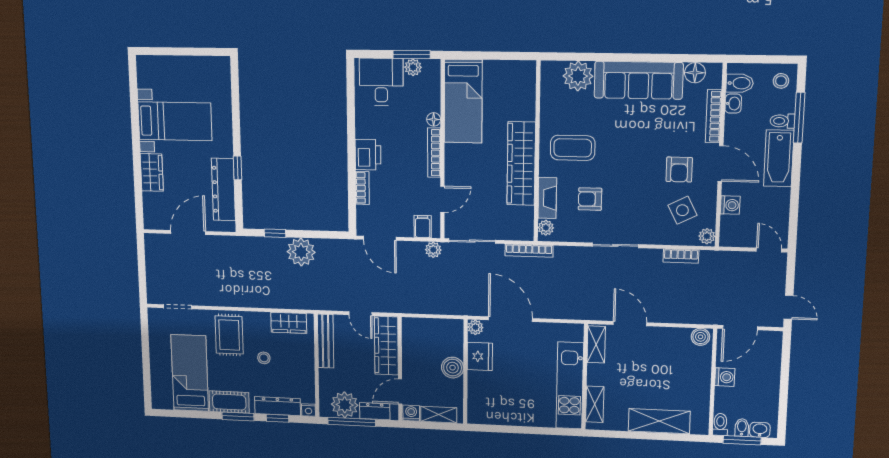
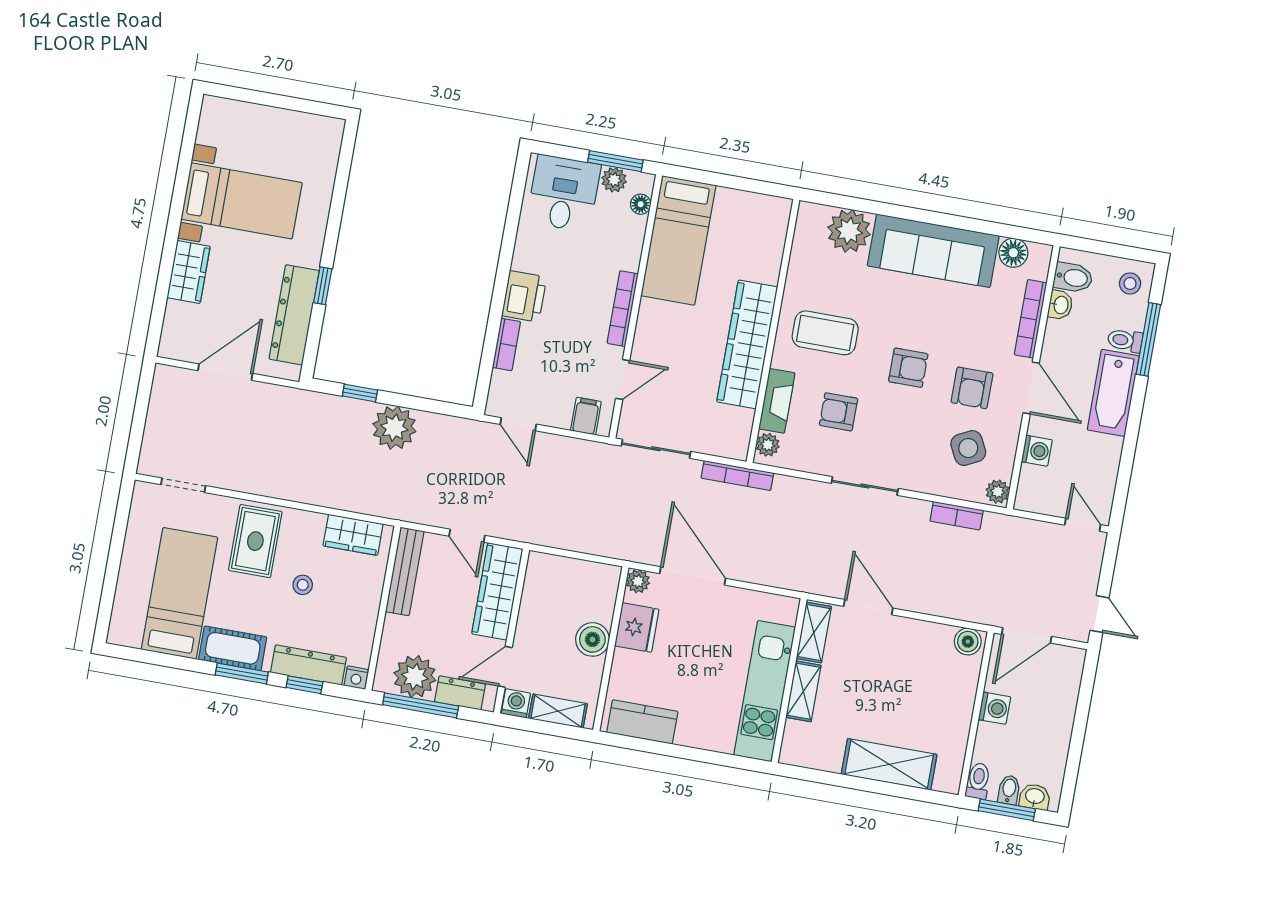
floor lamp: (434, 119) -> (641, 204), moved
armchair: (633, 163) -> (908, 368), added
door: (380, 238) -> (518, 424), width x0.73
plant: (433, 250) -> (595, 453), removed
shelving: (595, 404) -> (803, 691), moved
kitchen counter: (494, 415) -> (642, 722), added

